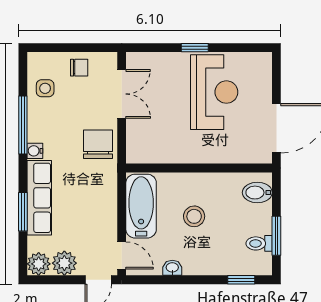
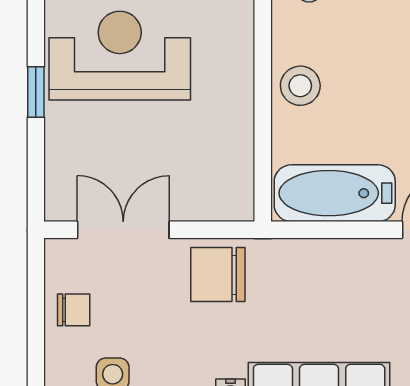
chair: (79, 68) -> (74, 310), turned 90
stool: (194, 216) -> (300, 86), moved

